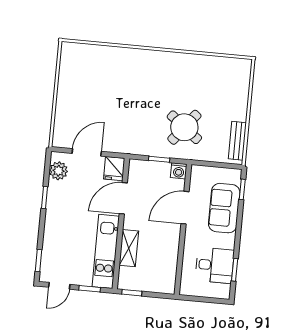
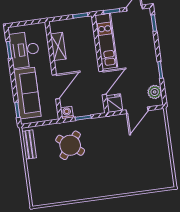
sofa: (224, 208) -> (27, 93), width x1.36
shelving: (129, 248) -> (58, 46), moved
desk: (215, 265) -> (25, 50), width x1.37

